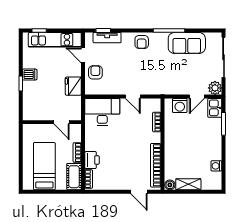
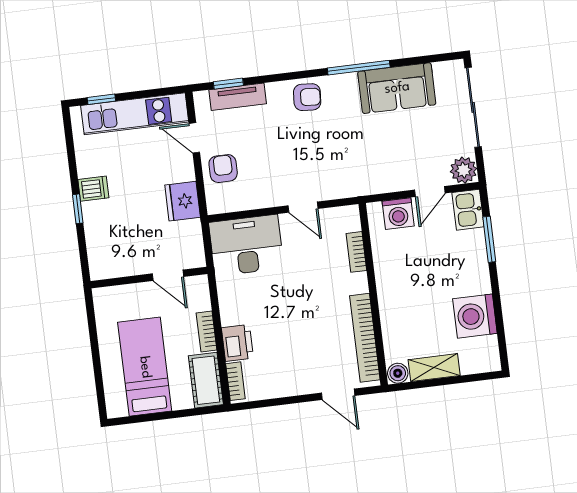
armchair: (142, 42) -> (307, 97), turned -86
washing machine: (216, 166) -> (475, 316), width x1.89, depth x1.89

